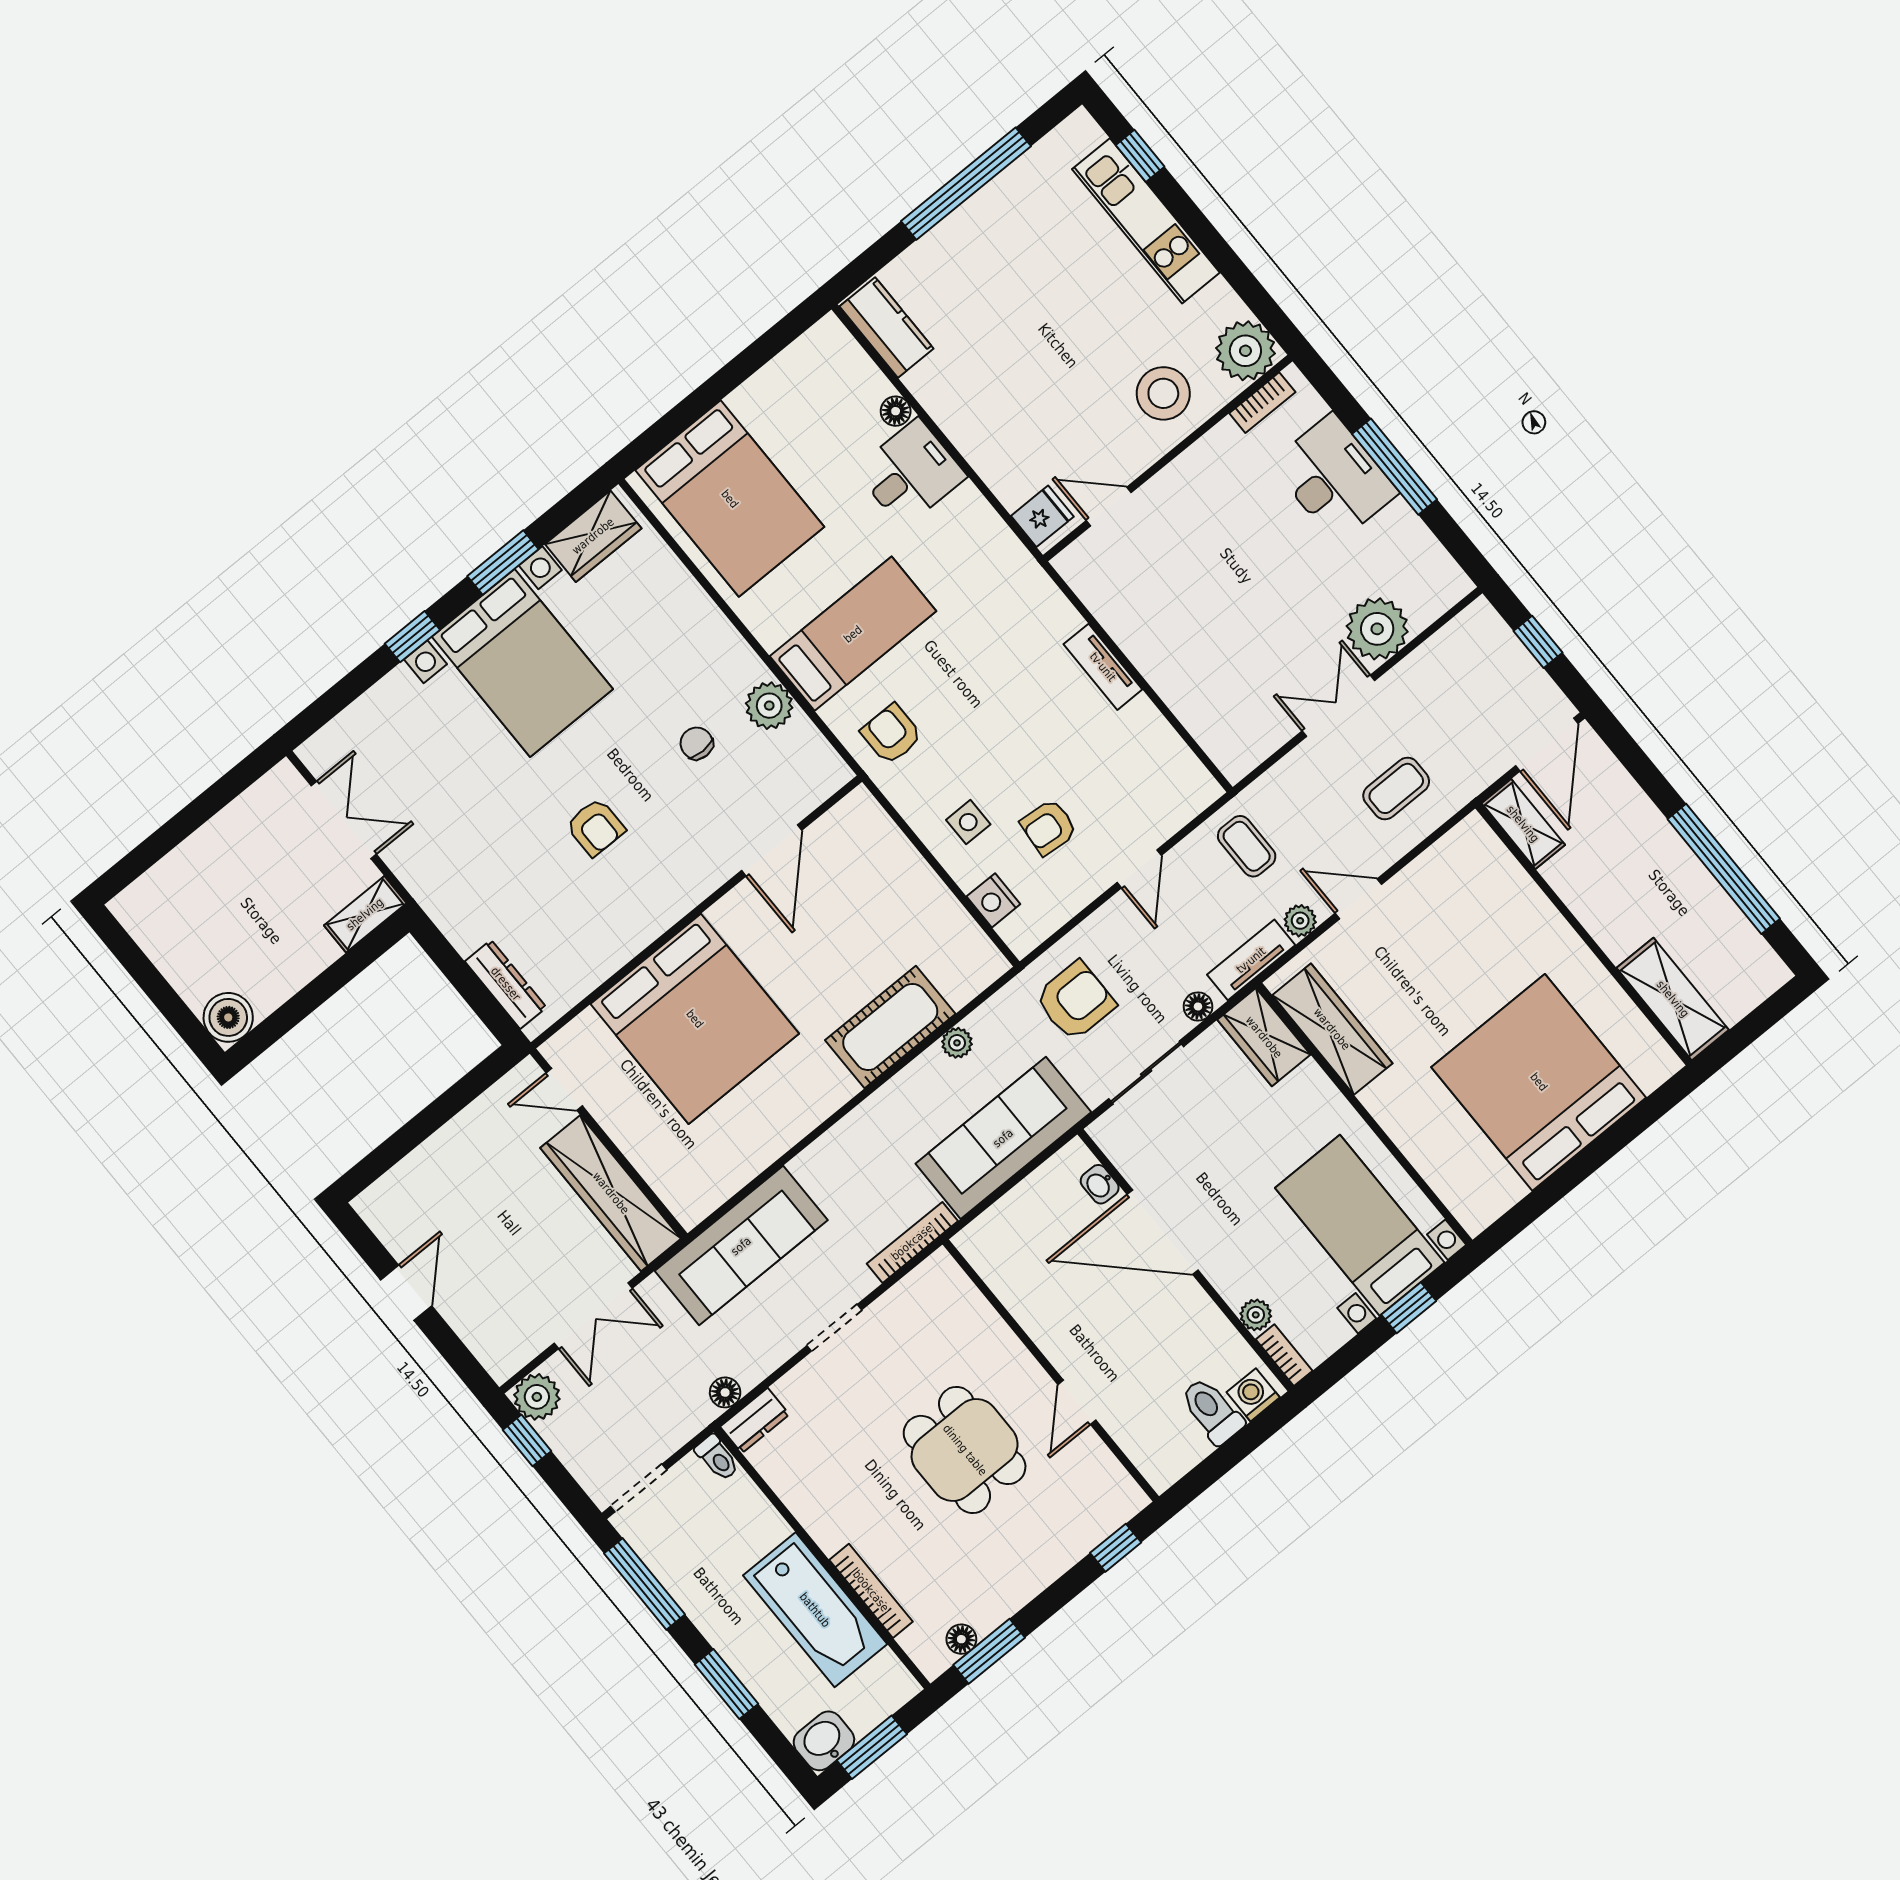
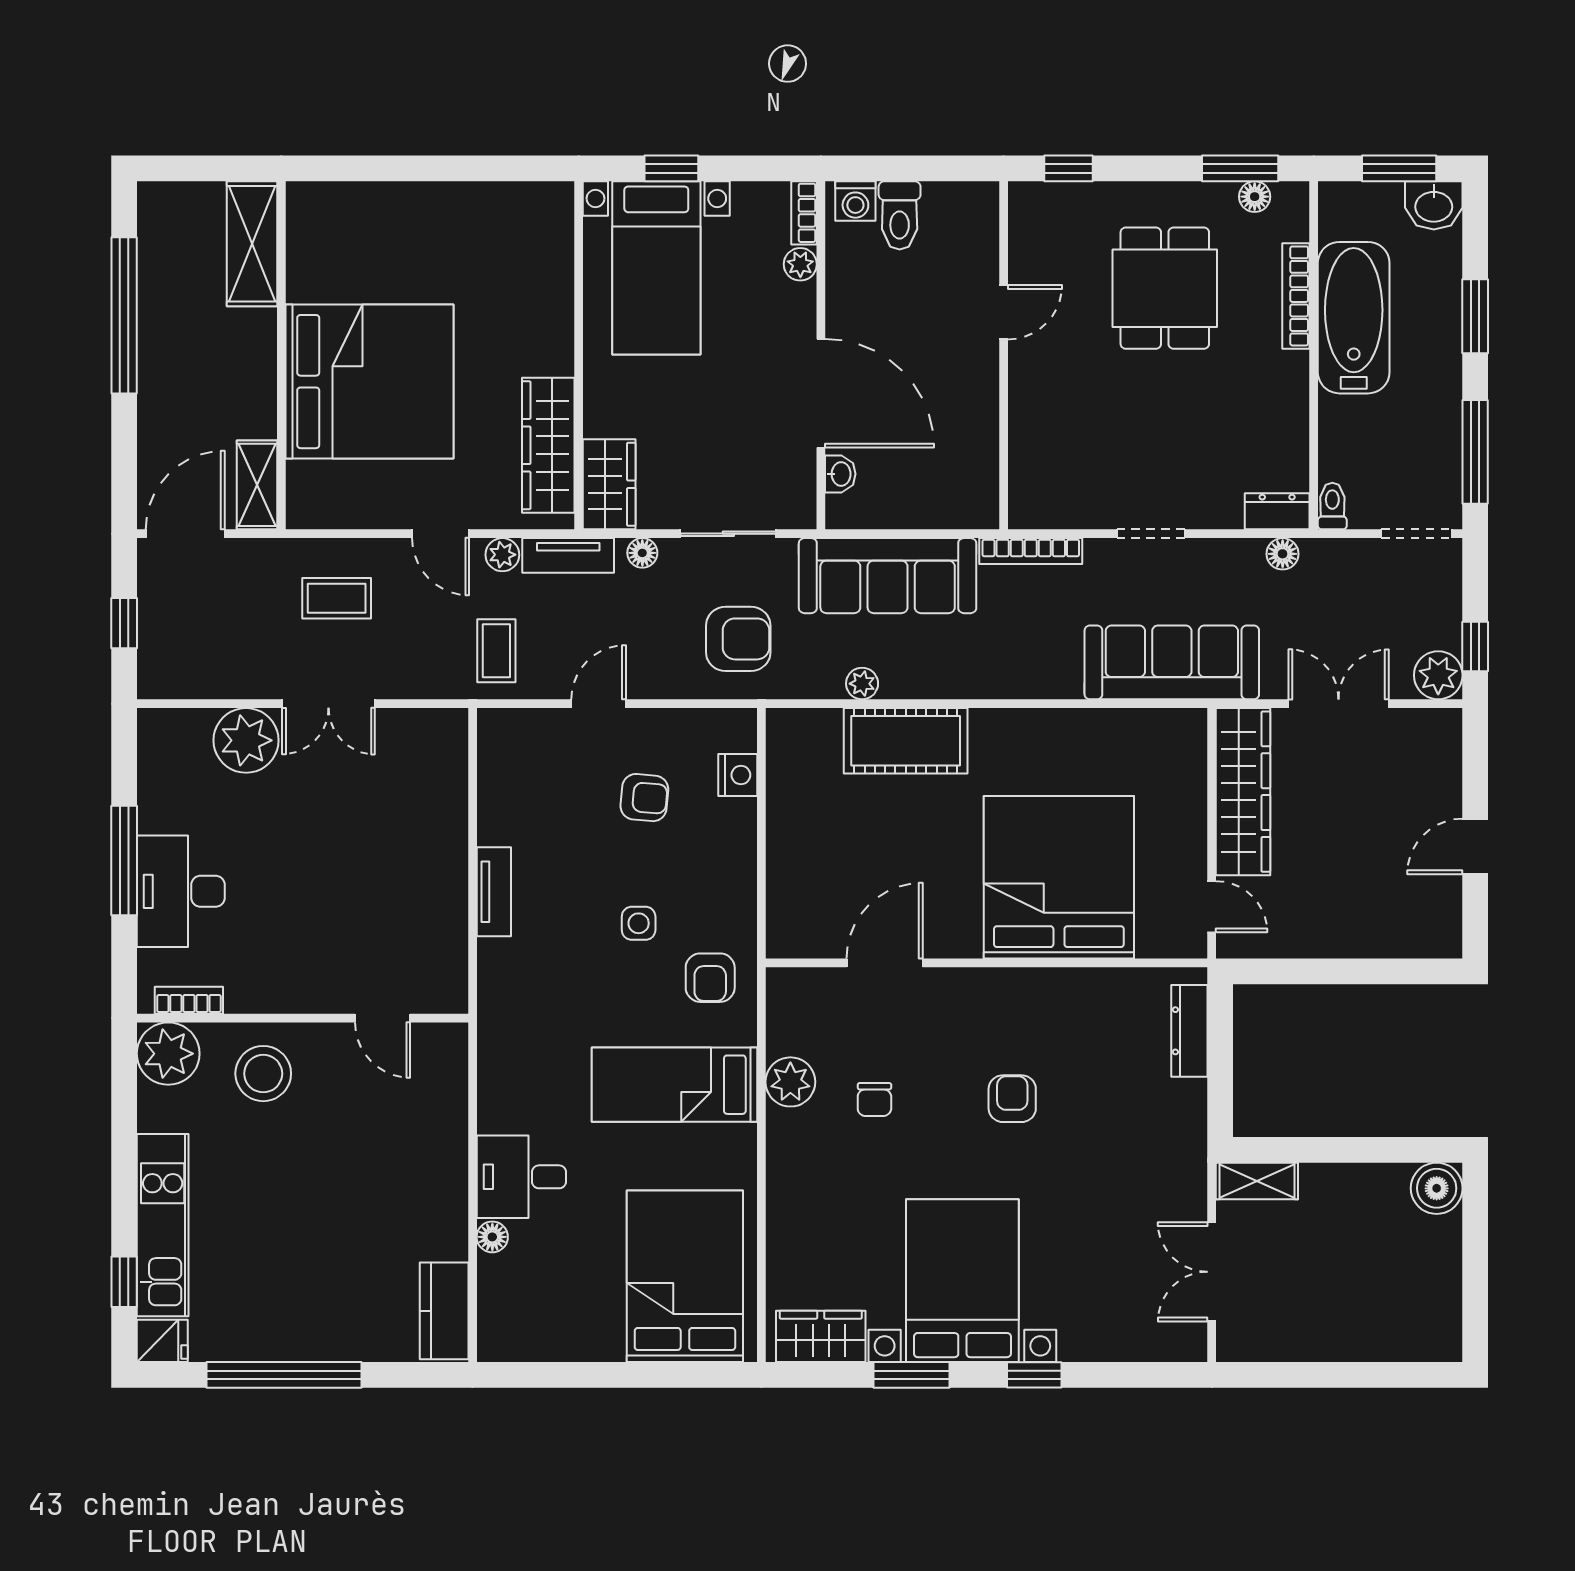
fridge: (1042, 516) -> (162, 1341), moved, turned 180
side table: (968, 822) -> (639, 923), moved
armchair: (1075, 1001) -> (738, 639), turned 180
bed: (1539, 1082) -> (369, 382), moved, turned -90
dining table: (965, 1450) -> (1165, 288), moved

